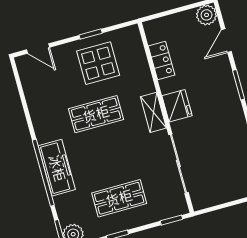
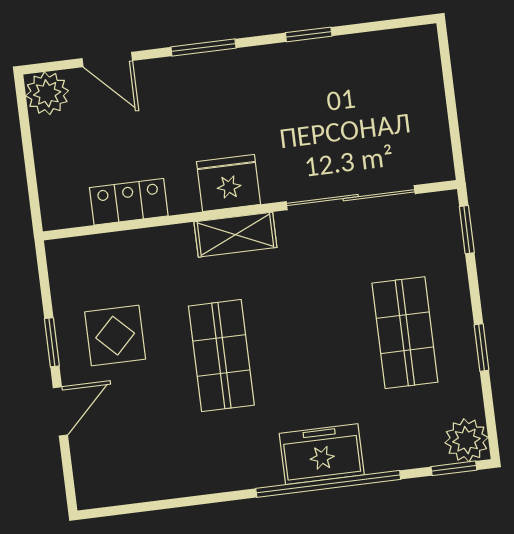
door: (38, 49) -> (60, 411), moved
display table: (98, 63) -> (115, 336), width x0.73, depth x0.73
freezer: (57, 168) -> (322, 454), width x0.71

